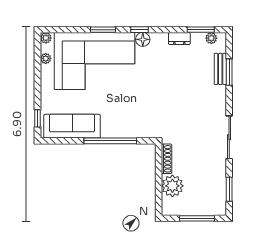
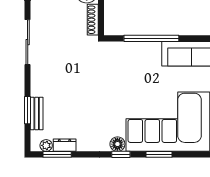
dresser: (179, 38) -> (65, 145), moved

